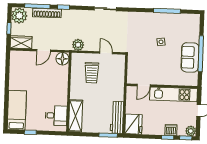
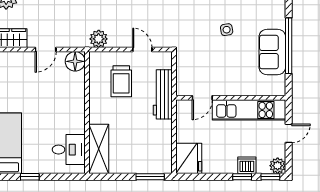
workbench: (117, 117) -> (163, 94), moved

